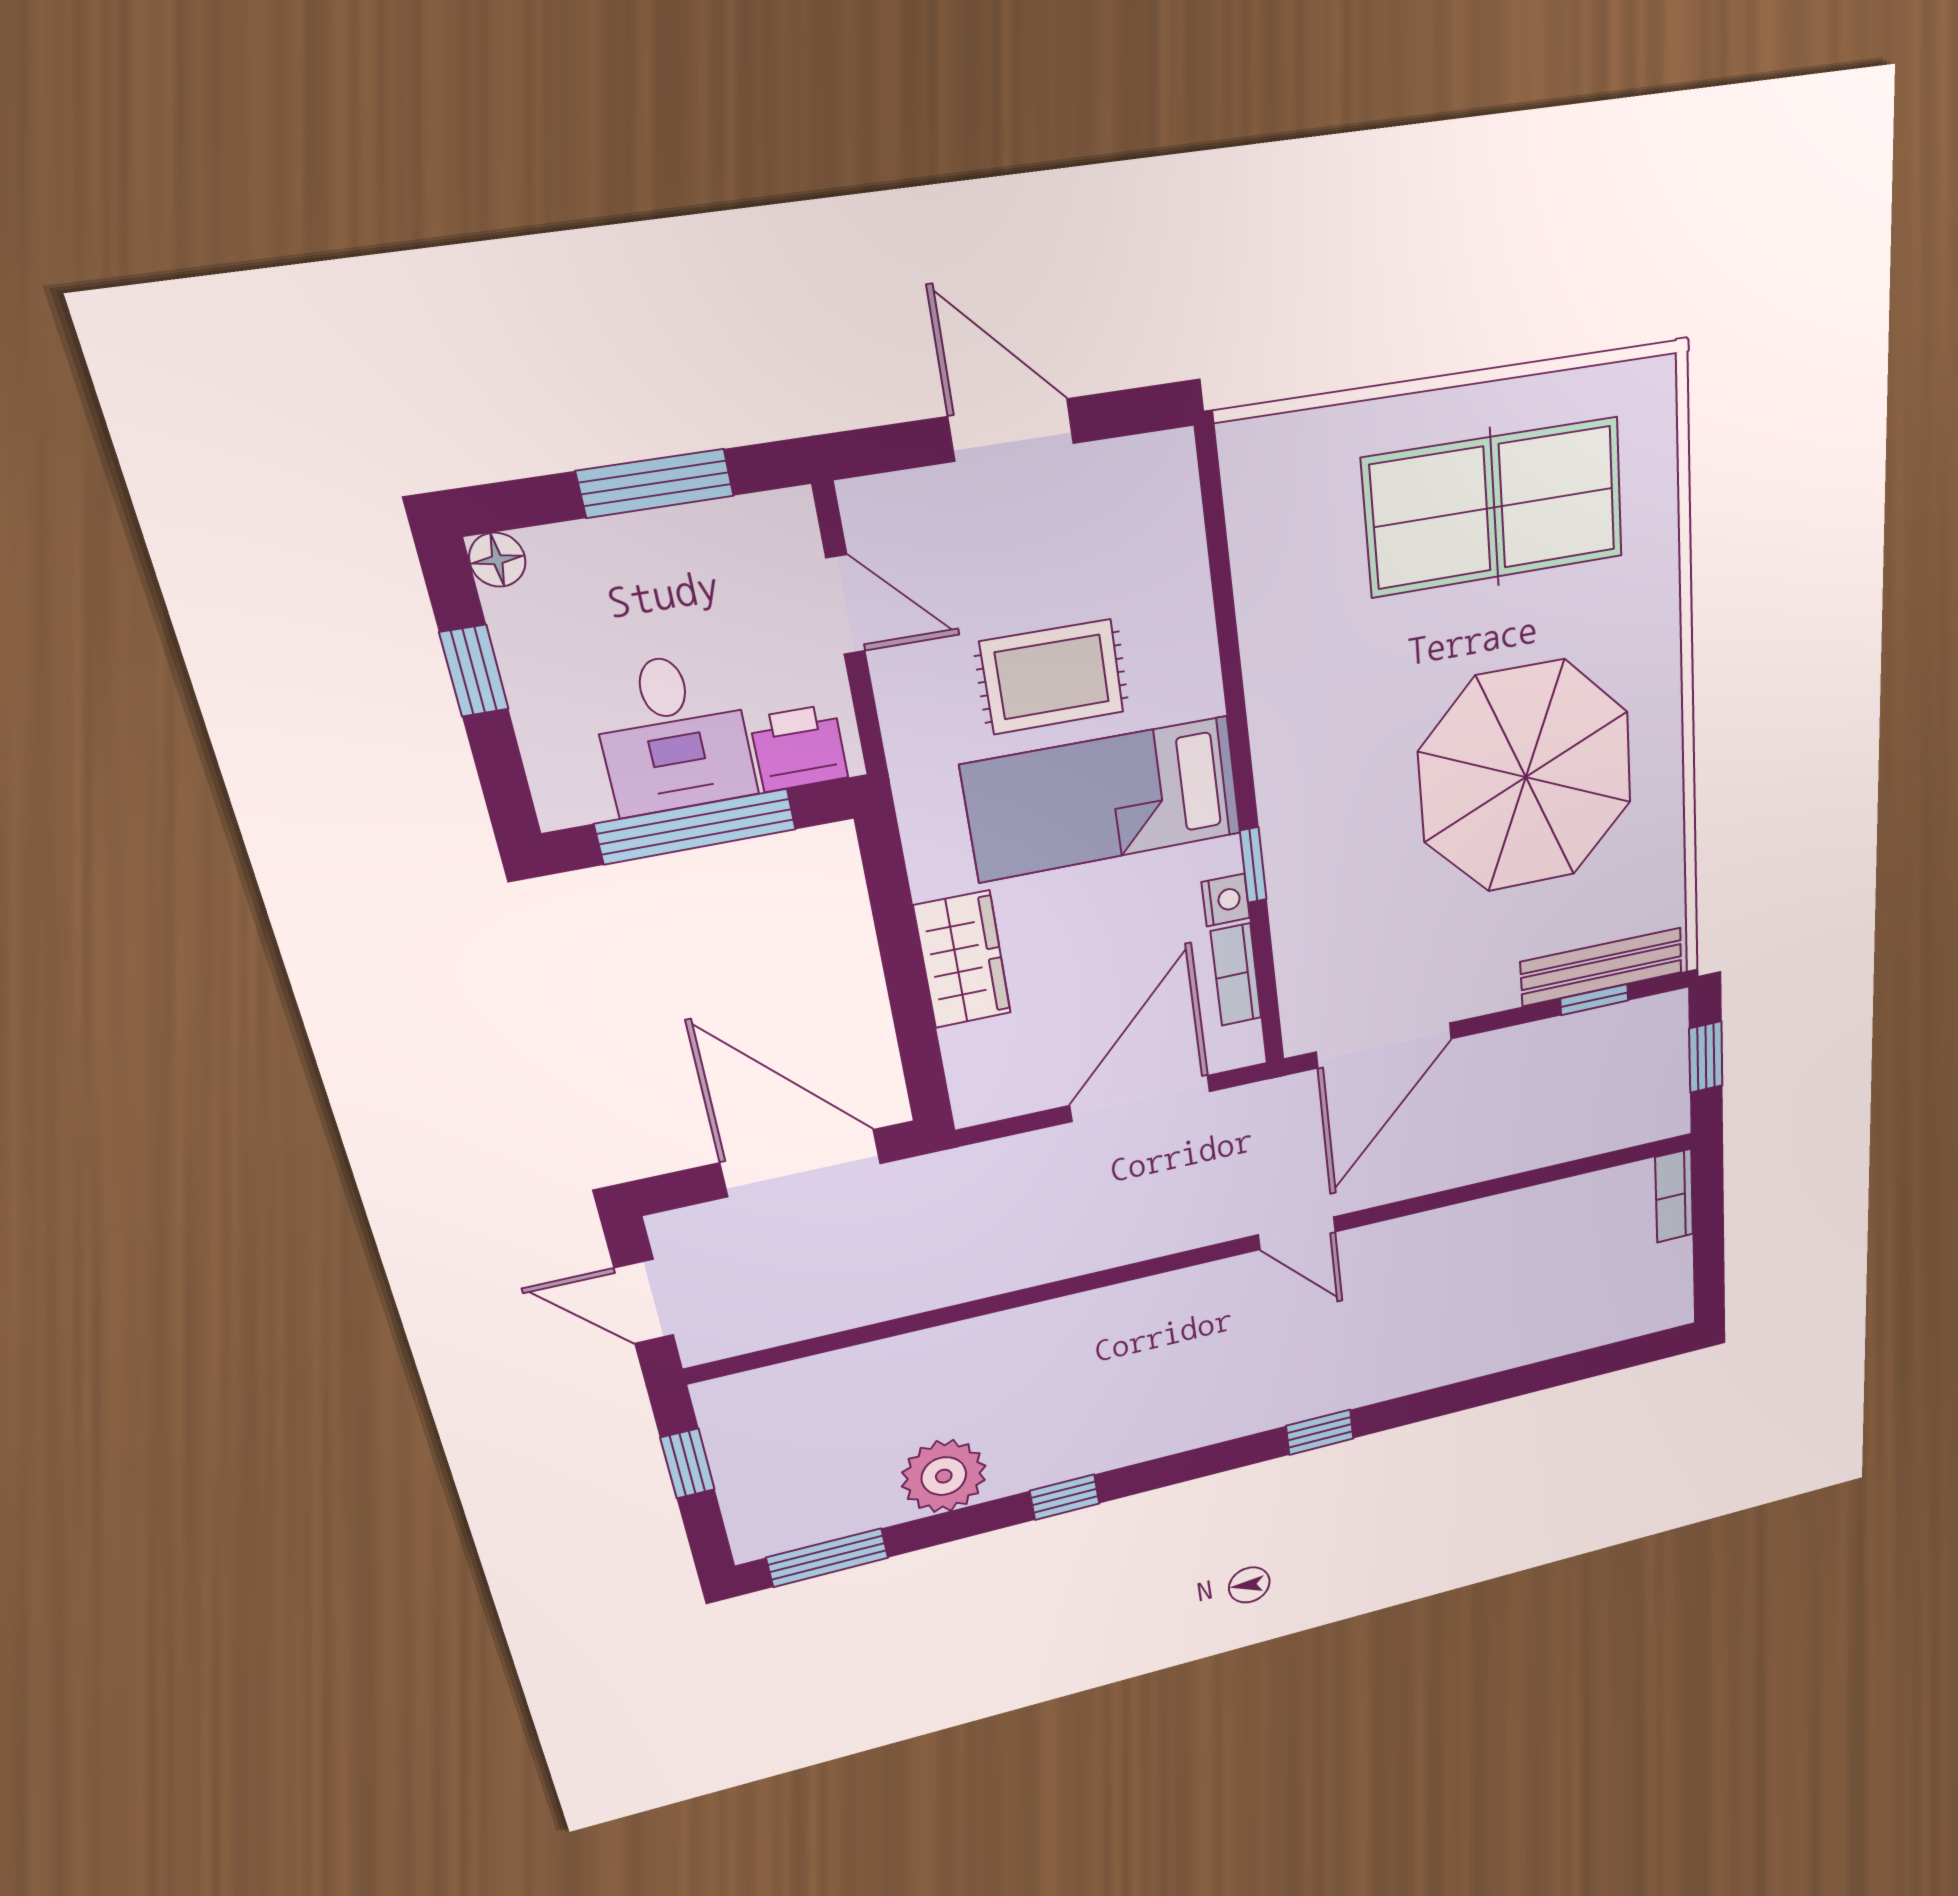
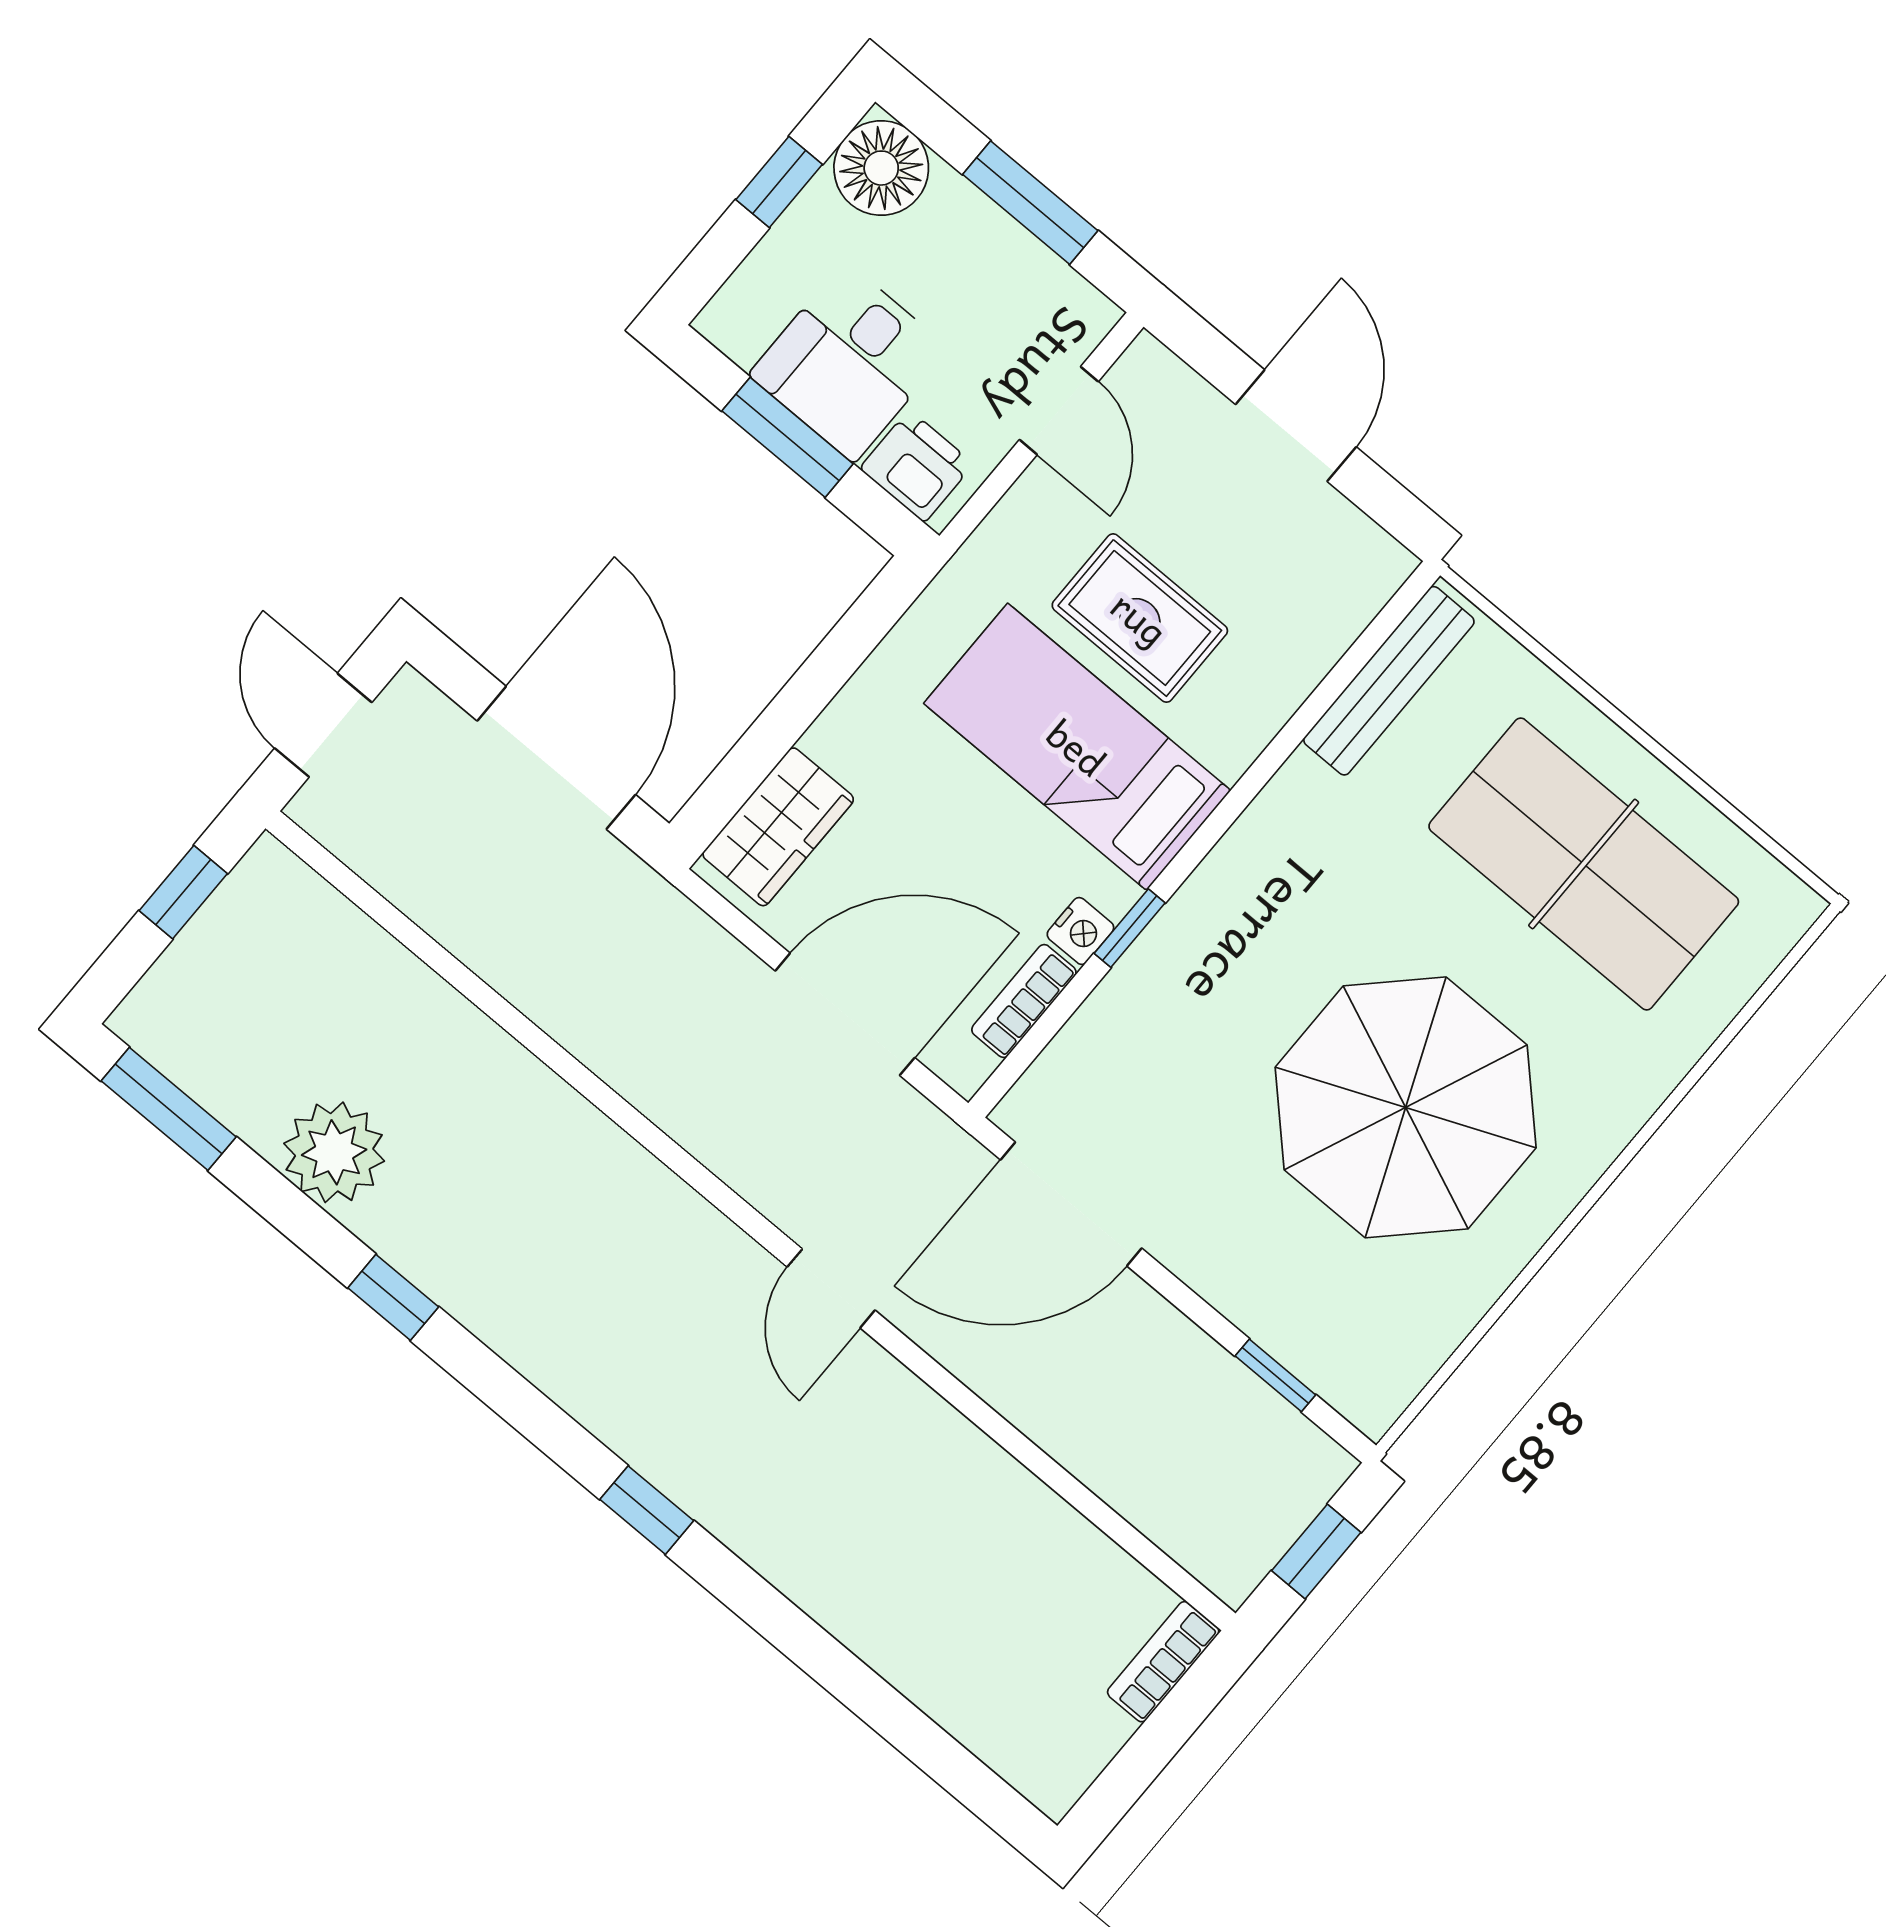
floor lamp: (497, 560) -> (881, 168), width x1.89, depth x1.89
window: (696, 827) -> (788, 437), width x0.69
wardrobe: (962, 960) -> (778, 827), moved
bench: (1602, 967) -> (1389, 681), moved, turned 90

